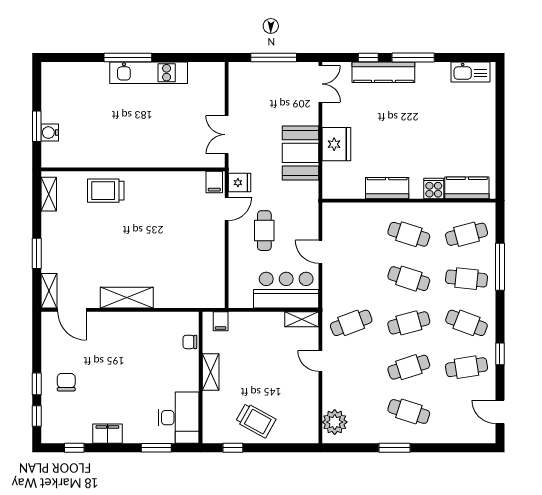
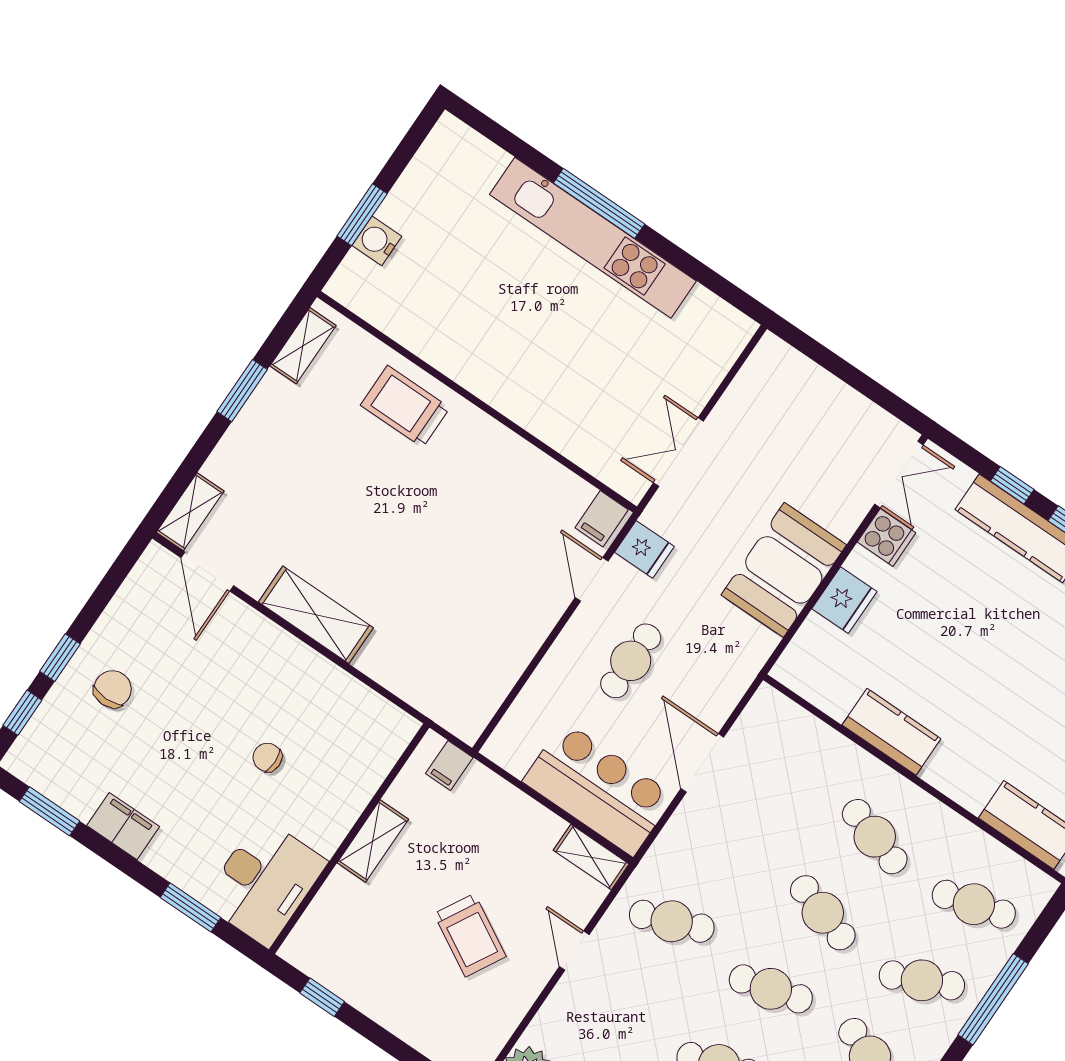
window: (274, 57) -> (850, 374), removed
kitchen unit: (149, 73) -> (593, 238), width x1.36
fridge: (336, 144) -> (844, 600), width x0.73, depth x0.75
cooker: (434, 188) -> (887, 537), moved, turned 90
door: (227, 209) -> (592, 579), swing flipped
door: (320, 252) -> (702, 763), width x1.38
window: (37, 253) -> (242, 391), moved
cafe table: (467, 279) -> (922, 980), turned -30
chair: (190, 342) -> (267, 757), moved
trolley: (256, 420) -> (470, 935), moved
window: (74, 448) -> (50, 811), width x1.50

